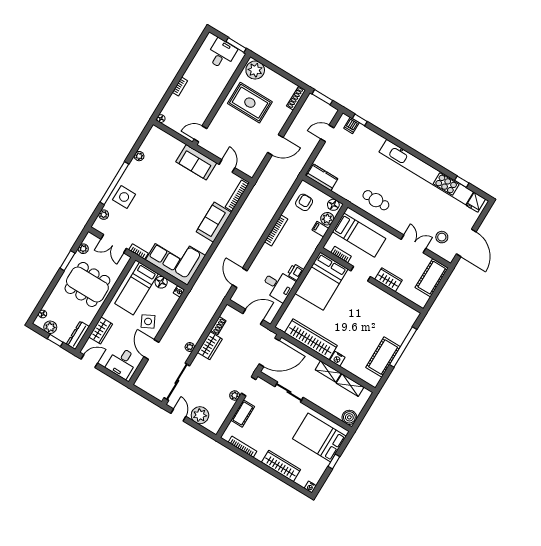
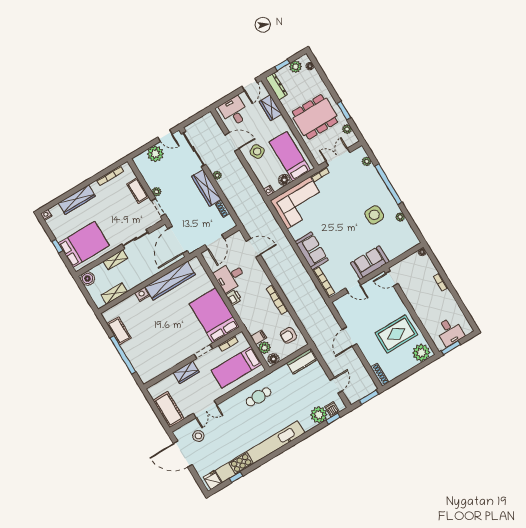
door: (200, 134) -> (392, 278), swing flipped
plant: (363, 135) -> (319, 415), added
side table: (124, 197) -> (374, 215), moved
armchair: (304, 202) -> (288, 335), turned 90
wardrobe: (210, 346) -> (206, 188), width x1.50
cot: (383, 357) -> (119, 331), width x0.73, depth x0.75
shelving: (328, 372) -> (115, 260), moved

